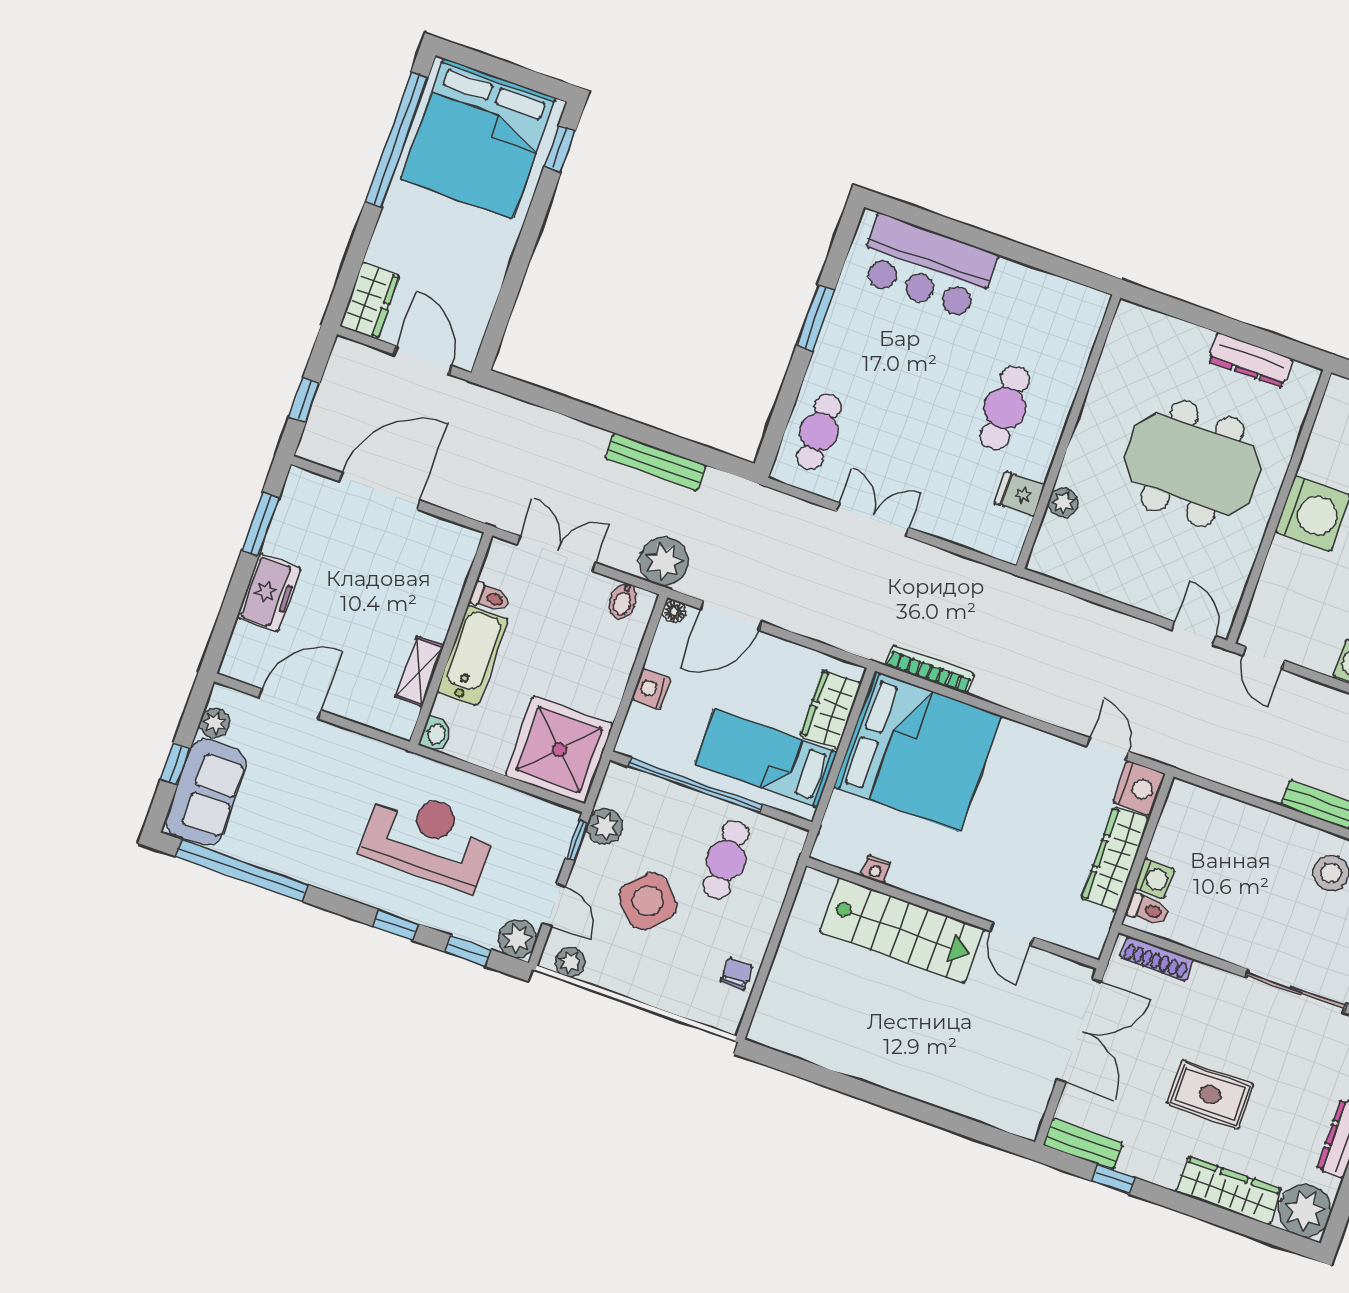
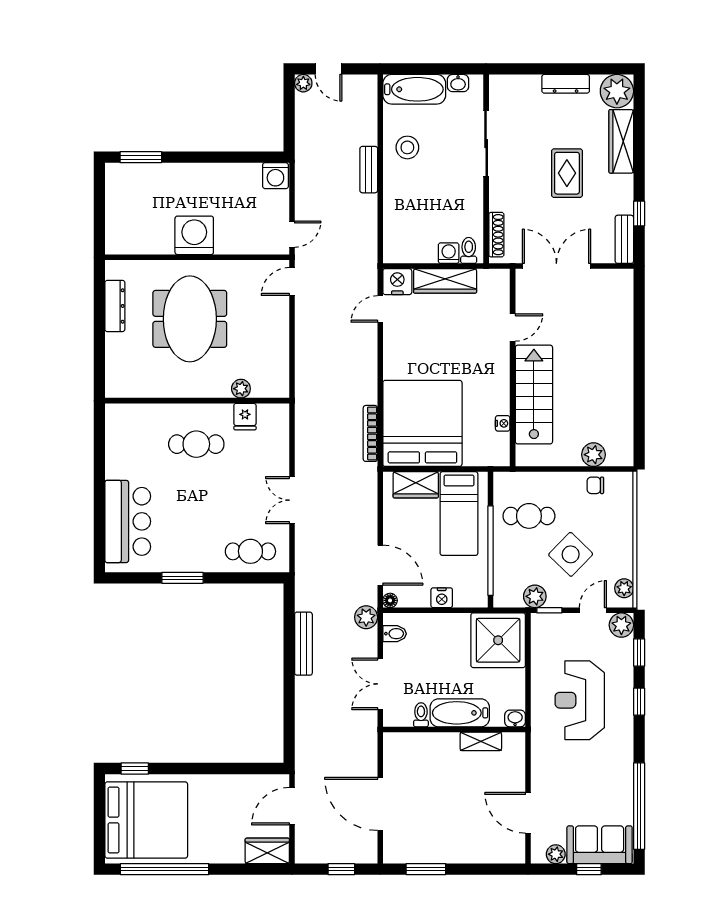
plant: (664, 561) -> (366, 617), width x0.73, depth x0.73
freezer: (269, 593) -> (465, 849), removed
plant: (783, 987) -> (593, 455), added

